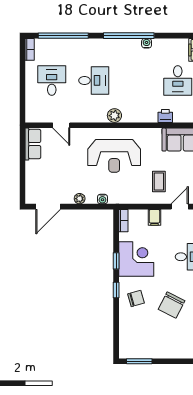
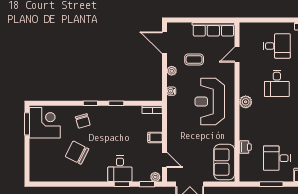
row of seats: (33, 144) -> (213, 29), width x1.48
coffee table: (159, 182) -> (194, 59), moved
corner desk: (136, 259) -> (45, 123), moved, turned -90

